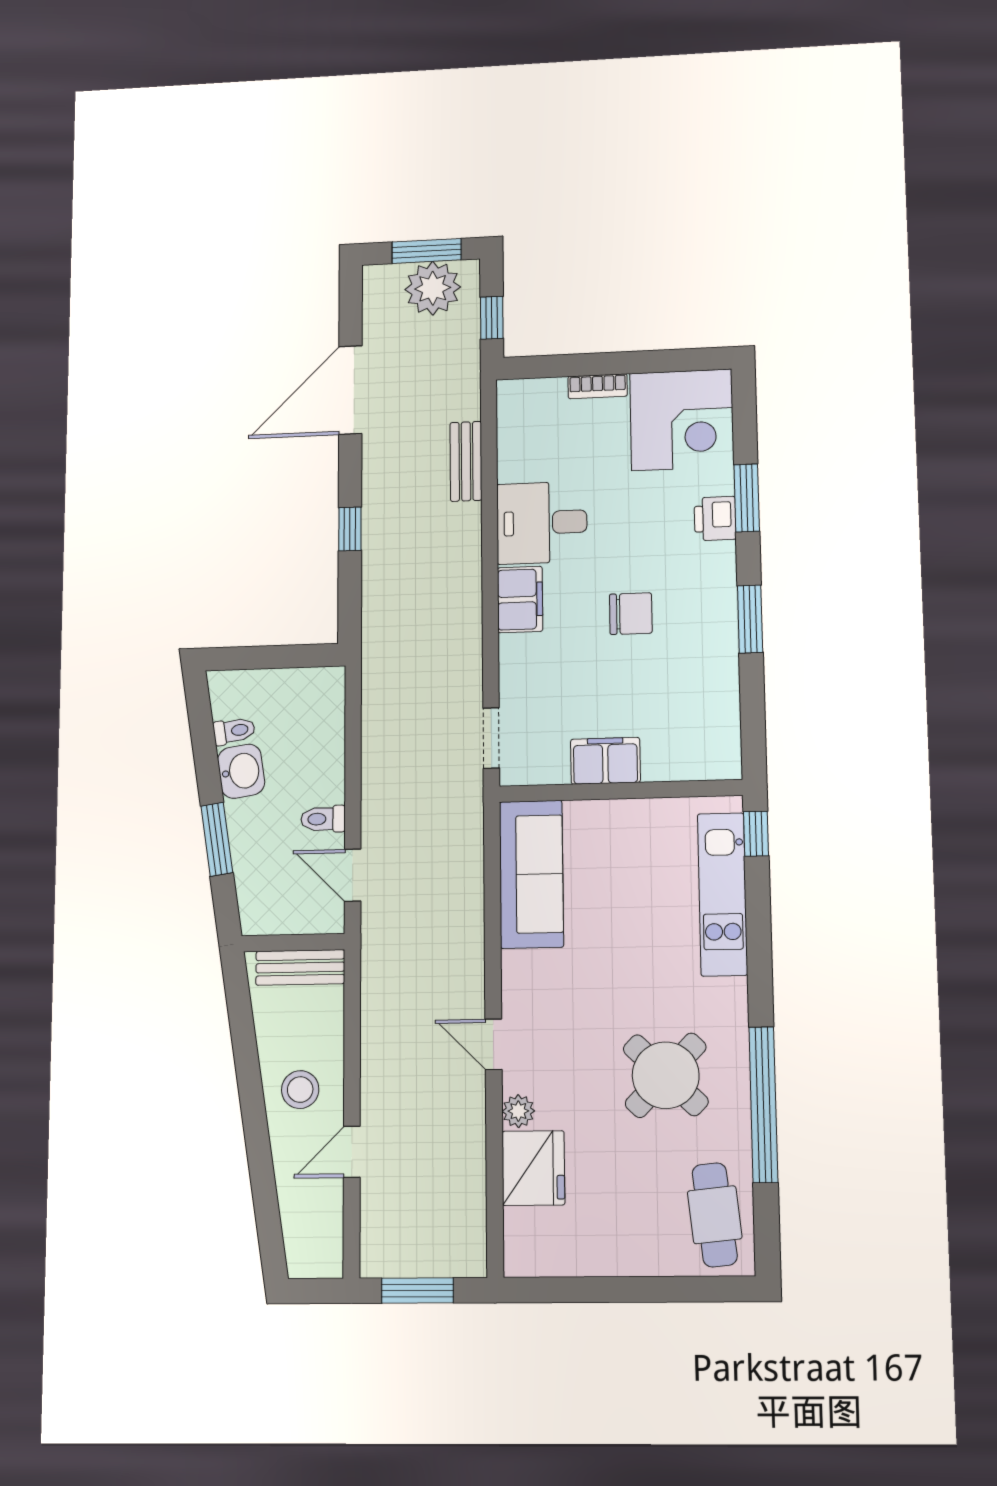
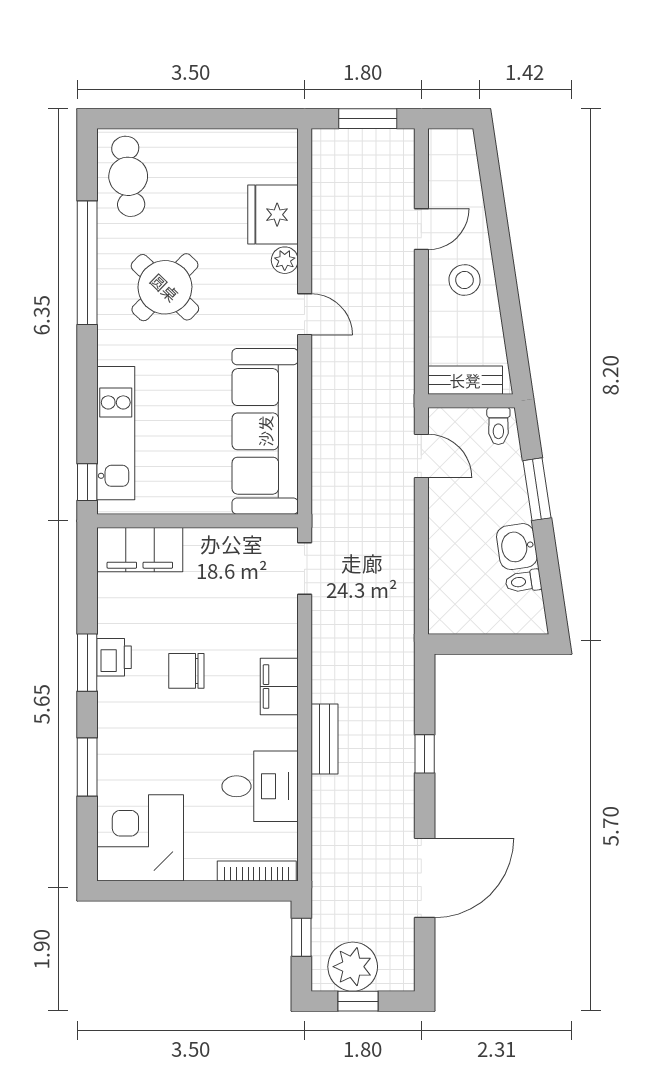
window: (427, 251) -> (358, 1001), width x0.67
bookcase: (598, 386) -> (257, 871), moved, width x1.56
bench: (466, 461) -> (325, 739), moved
printer: (715, 518) -> (114, 657), moved
desk: (542, 523) -> (260, 786), moved
filing cabinet: (605, 761) -> (140, 550), moved, width x1.50, depth x1.17
toilet: (323, 819) -> (498, 426), moved, turned 90
sofa: (531, 874) -> (265, 431), width x1.36, depth x1.27

